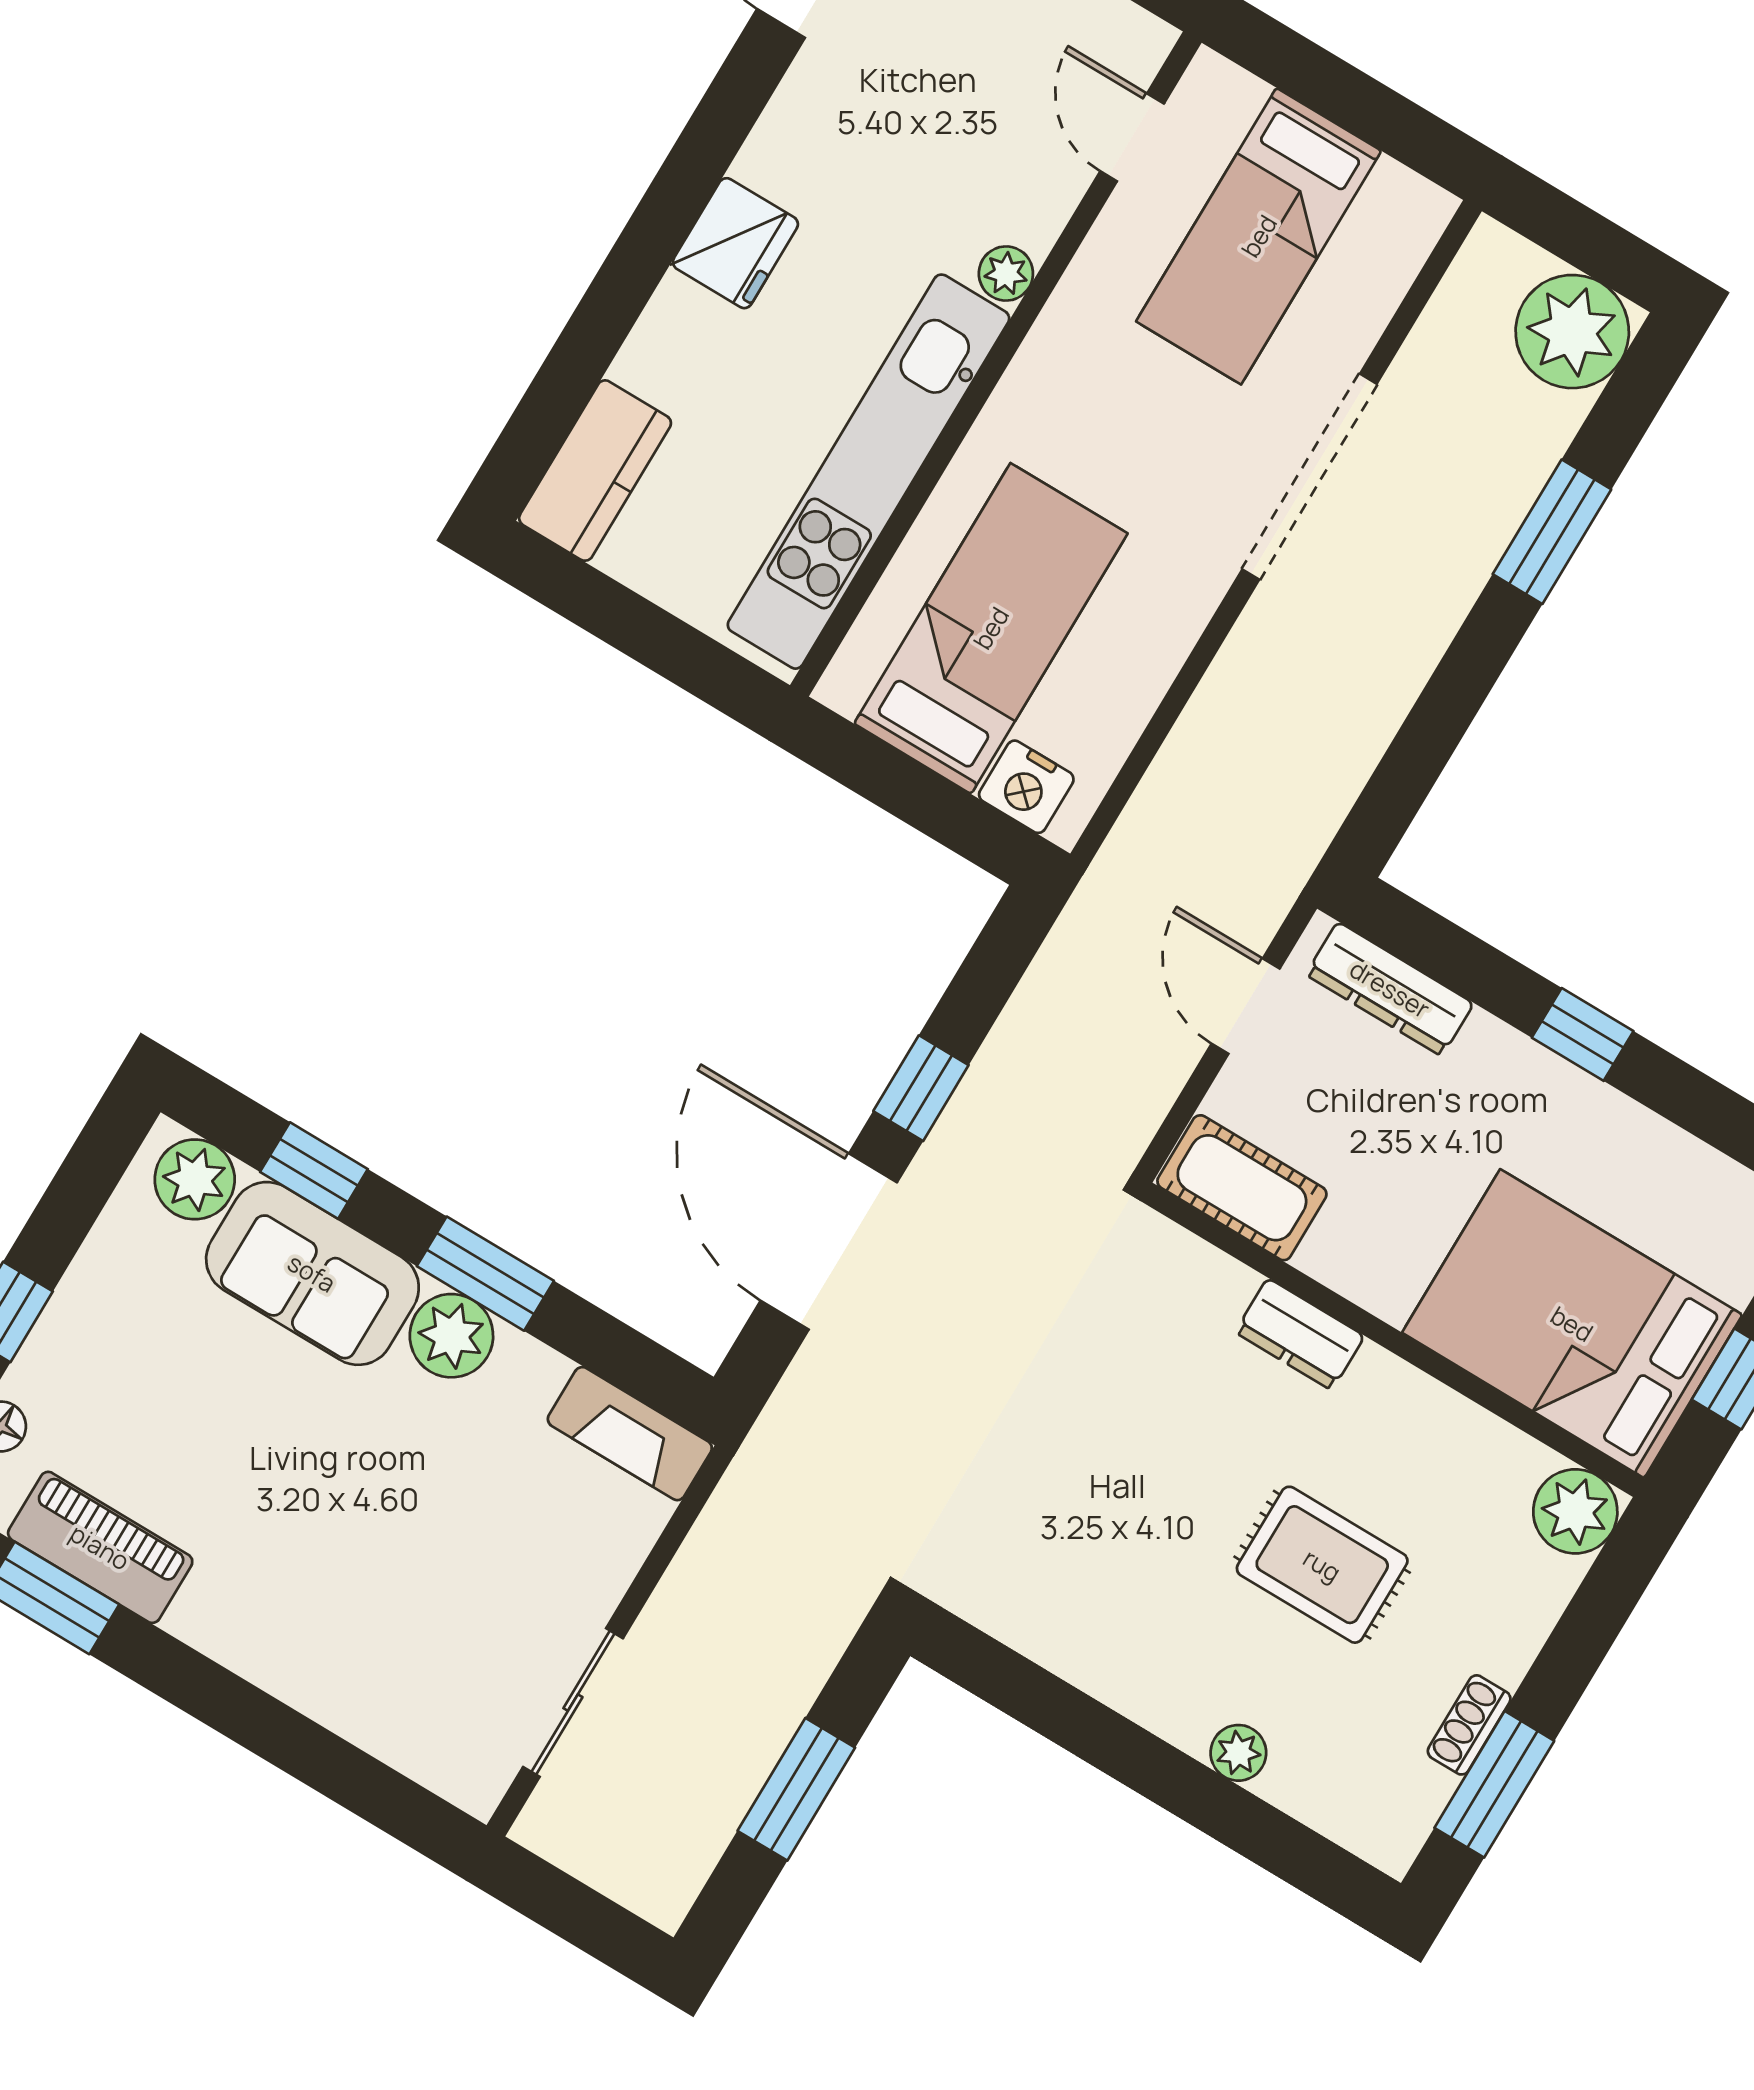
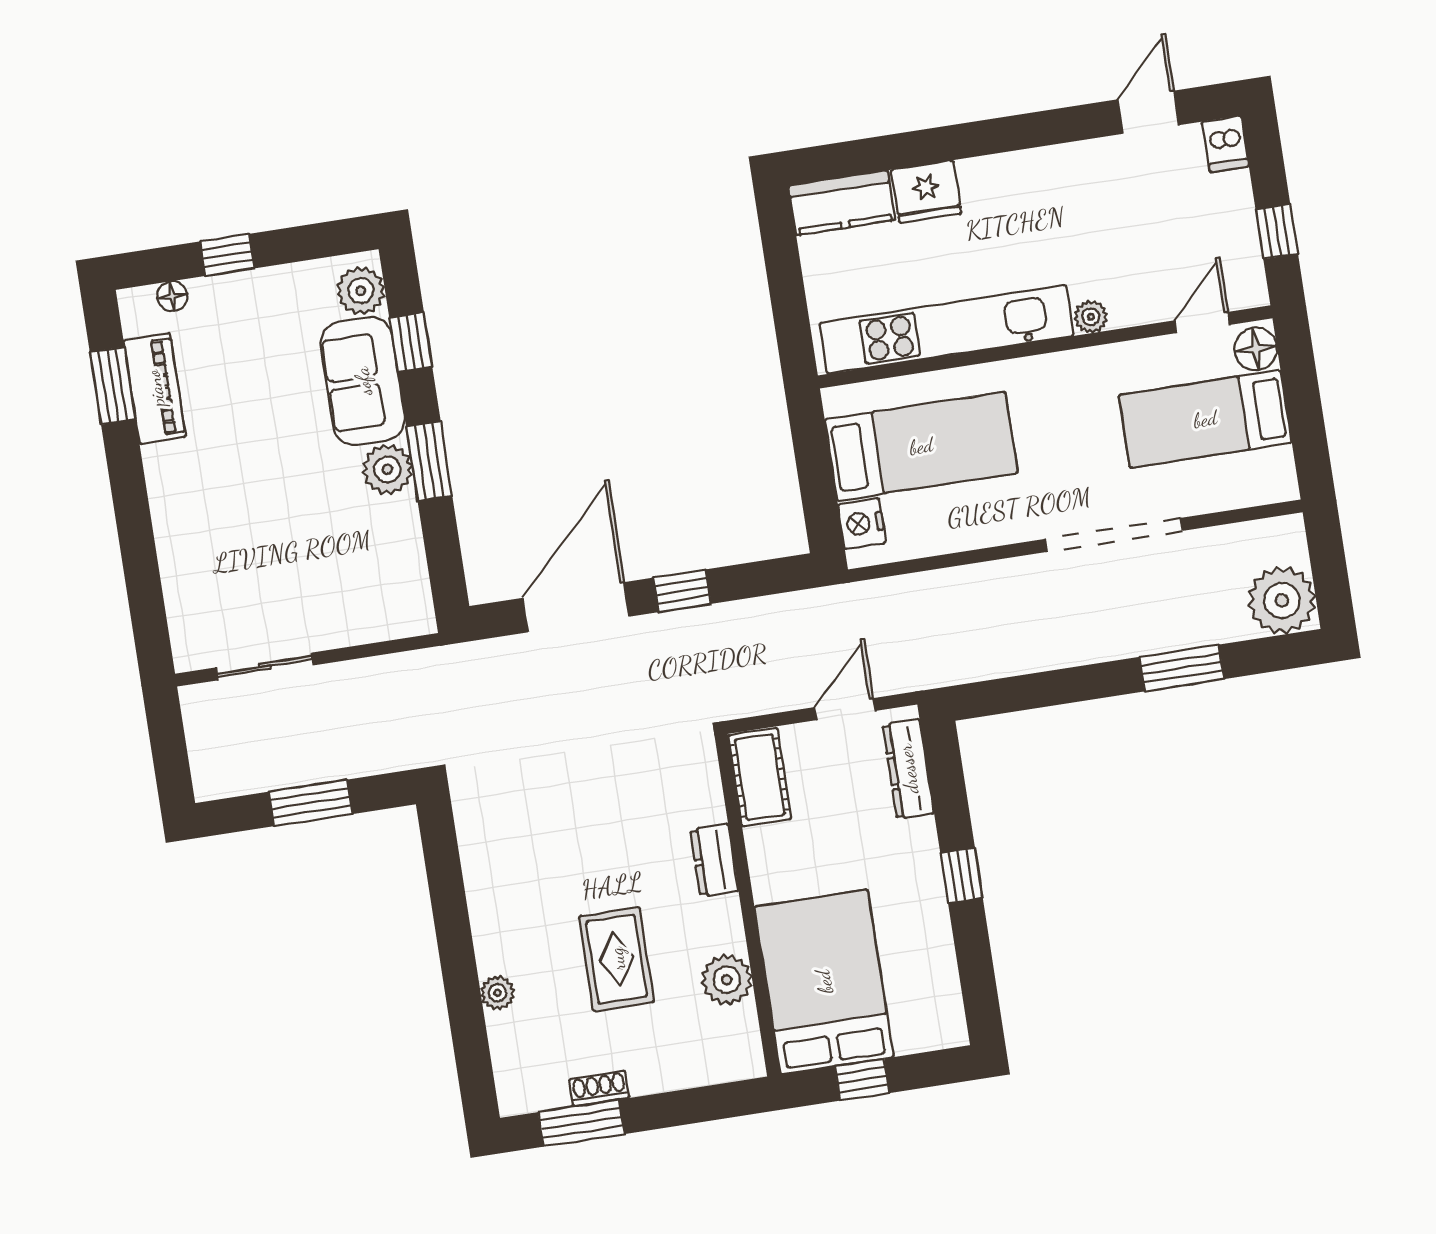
floor lamp: (1223, 97) -> (1256, 349), added
fridge: (735, 243) -> (926, 192), moved
fireplace: (630, 1434) -> (411, 589), removed
plant: (1575, 1511) -> (727, 980), moved

